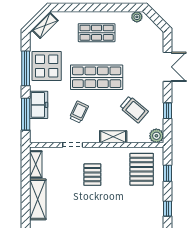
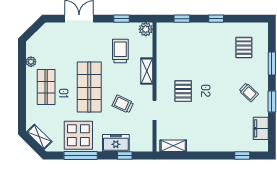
plant: (137, 17) -> (31, 62), moved
trolley: (134, 109) -> (120, 51), turned -40
window: (26, 114) -> (125, 155), width x0.46
pallet: (142, 169) -> (178, 44), removed
pallet: (92, 175) -> (183, 91), turned 90
shelving: (38, 199) -> (207, 144), removed

